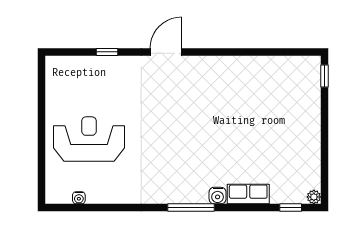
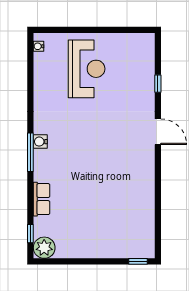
water cooler: (218, 196) -> (40, 142), moved
plant: (314, 197) -> (44, 248), width x1.88, depth x1.88
water cooler: (79, 198) -> (38, 46), moved

